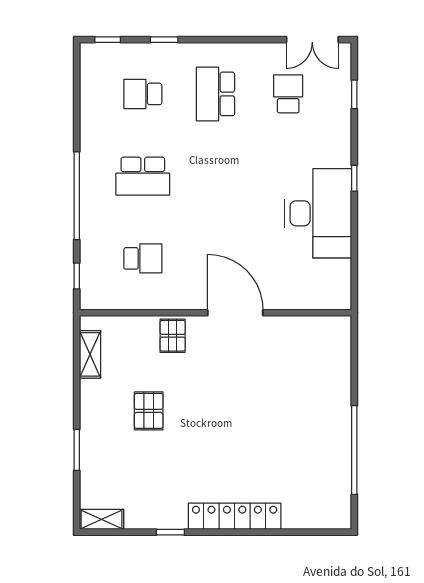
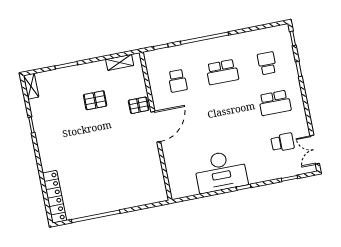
school desk: (215, 94) -> (275, 103), turned 180
school desk: (143, 176) -> (222, 72), turned -90
door: (235, 313) -> (156, 127), moved
locker: (235, 516) -> (54, 197), moved

